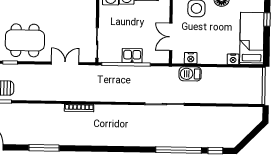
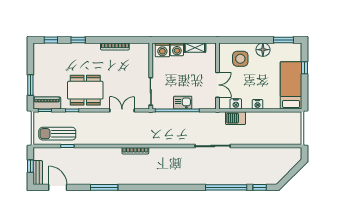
double door: (171, 37) -> (217, 85), swing flipped
nightstand: (233, 59) -> (258, 104), moved

